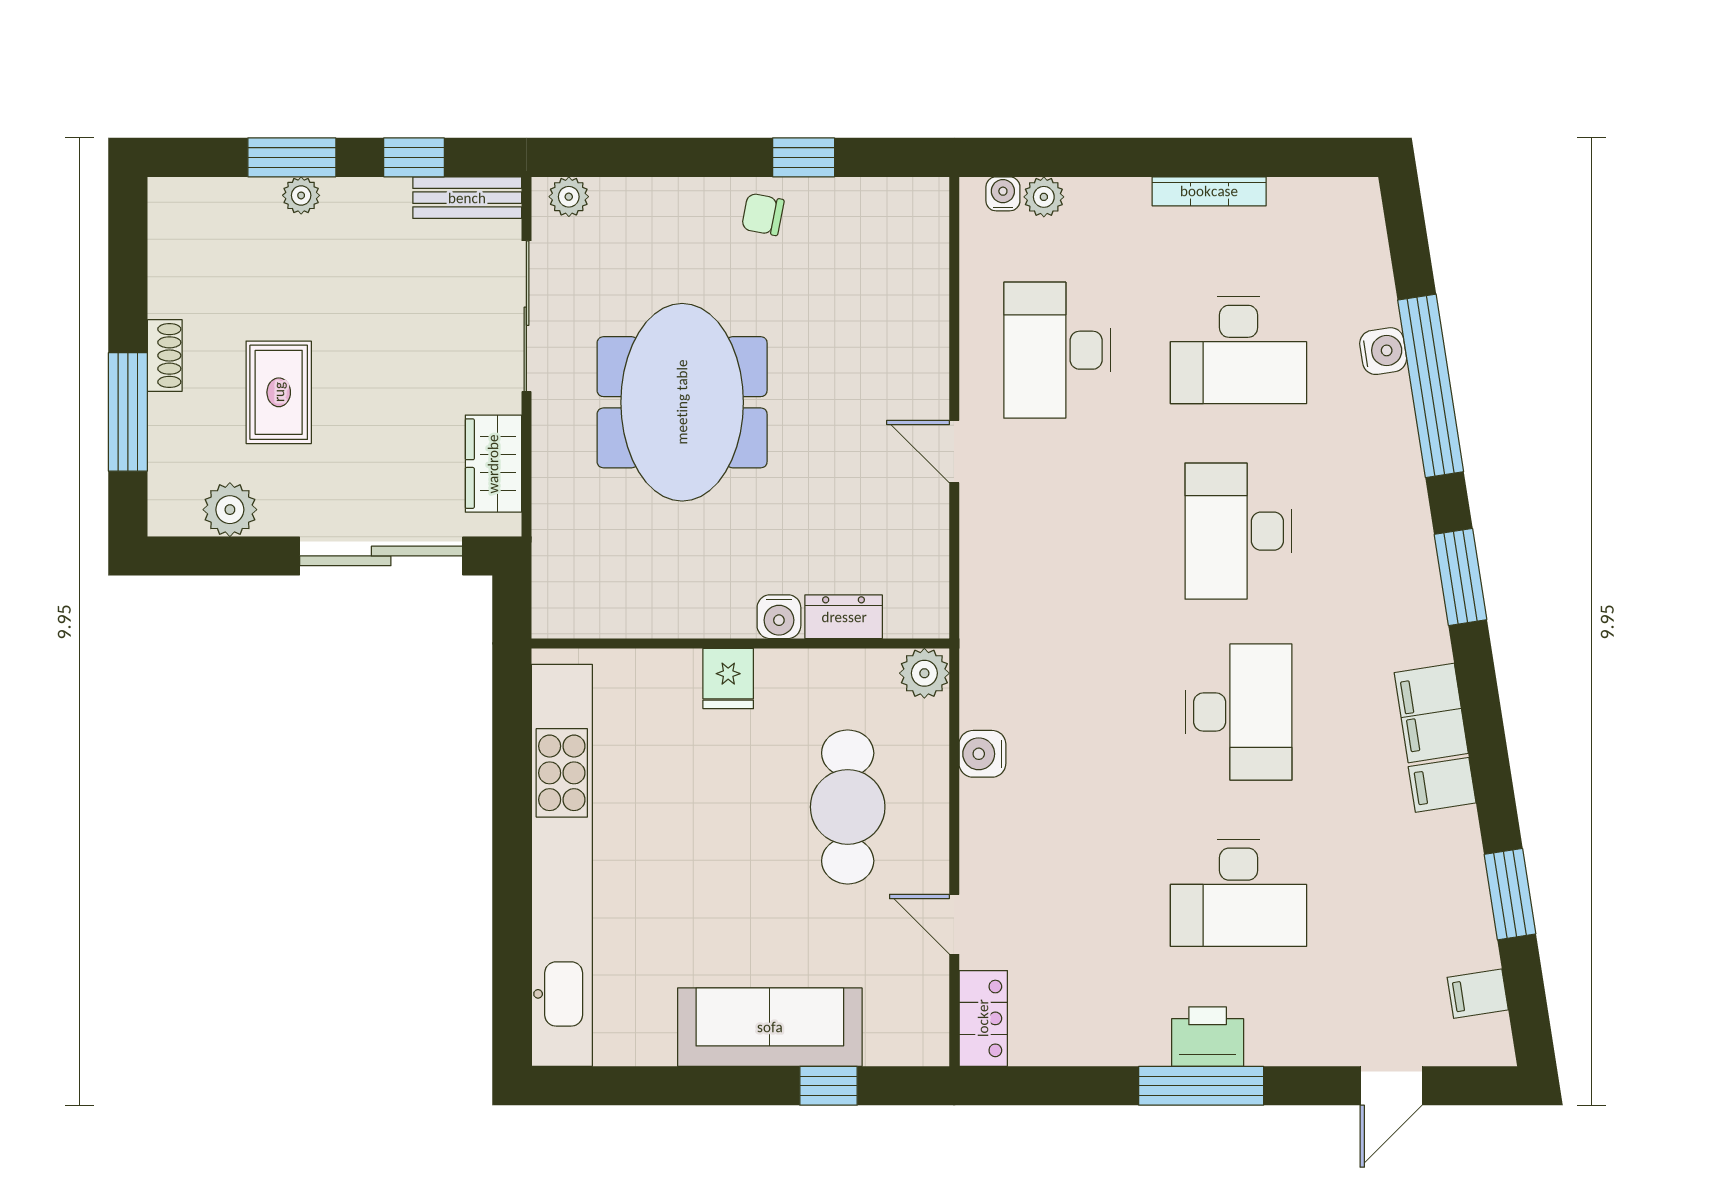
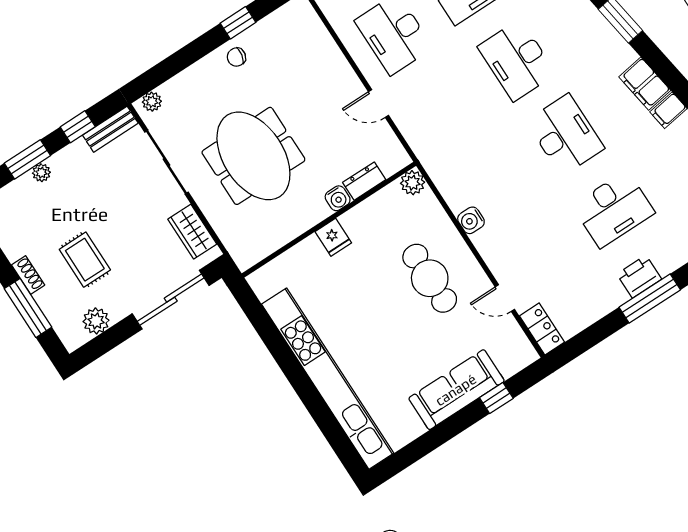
water cooler: (779, 617) -> (338, 198), moved
dresser: (844, 617) -> (364, 181), moved
wall: (740, 643) -> (329, 220), moved
plant: (924, 673) -> (413, 183), moved
fridge: (728, 678) -> (333, 237), moved

